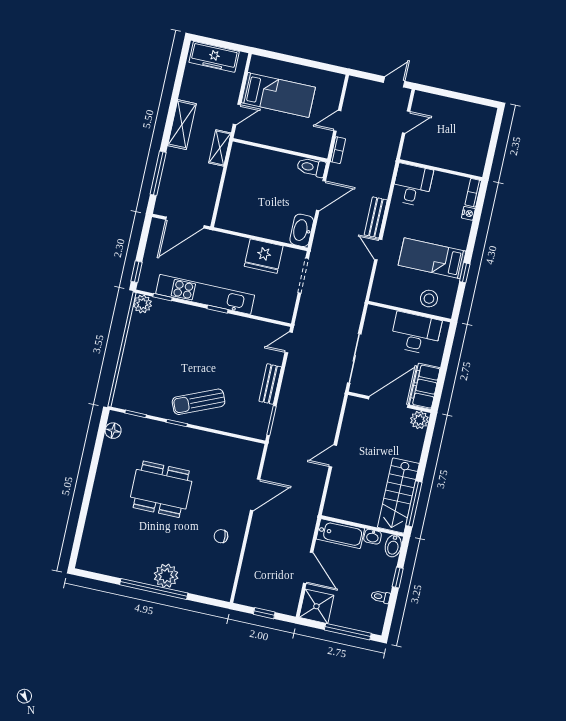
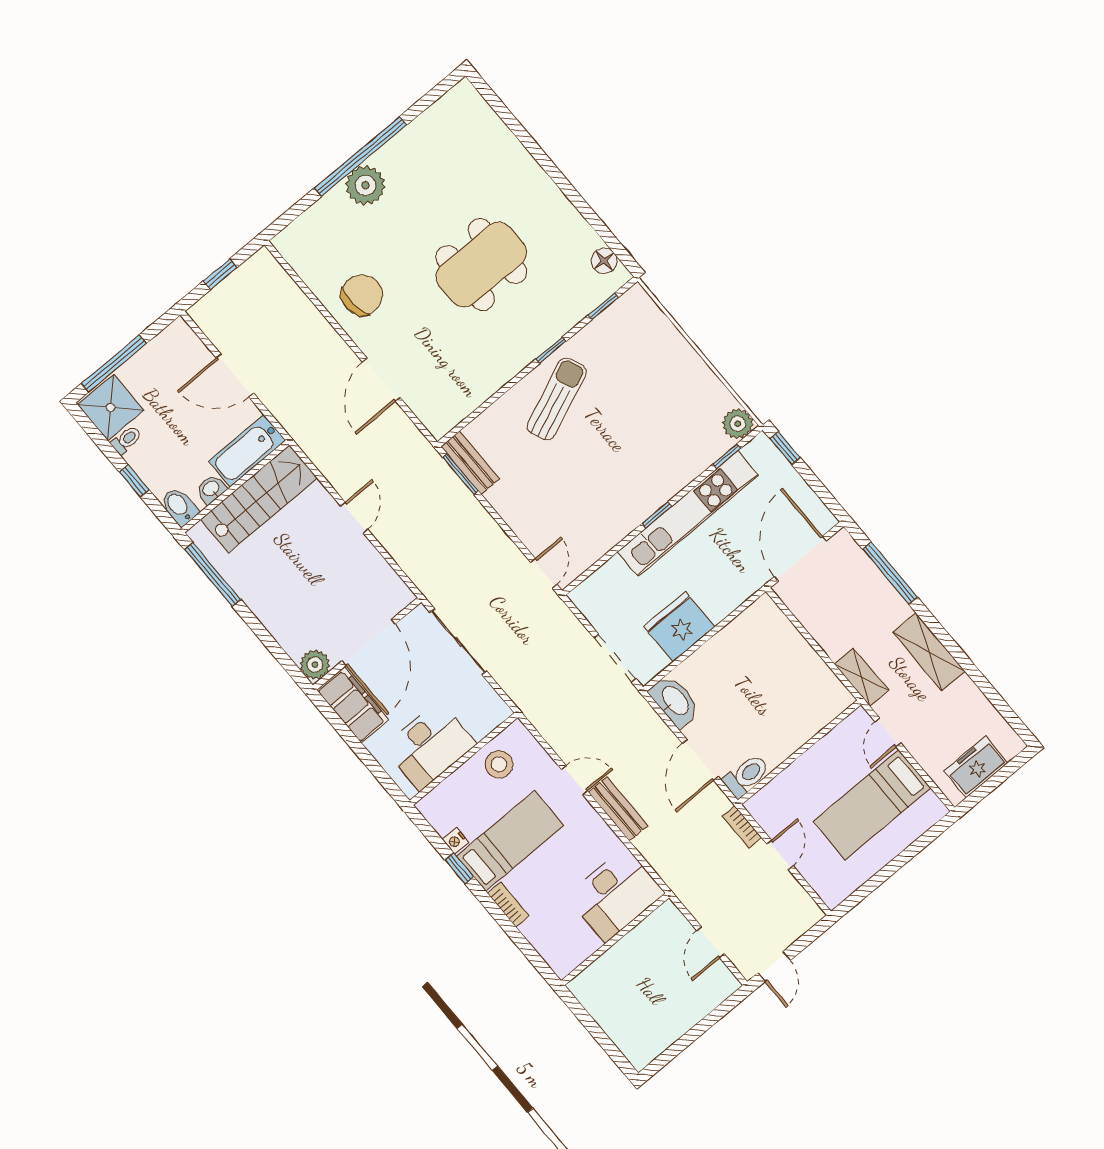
freezer: (214, 57) -> (976, 767), width x0.71
desk: (412, 185) -> (616, 895), width x1.37
bookcase: (473, 193) -> (508, 904), moved
nightstand: (468, 213) -> (455, 841), moved
stool: (429, 299) -> (499, 764), moved
bench: (270, 384) -> (470, 463), moved
stairs: (398, 495) -> (259, 499), moved, turned 90
chair: (221, 536) -> (362, 295), width x1.87, depth x1.87
shower: (316, 606) -> (111, 408), moved

